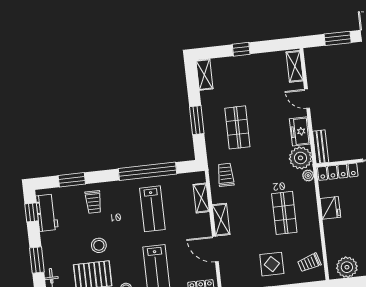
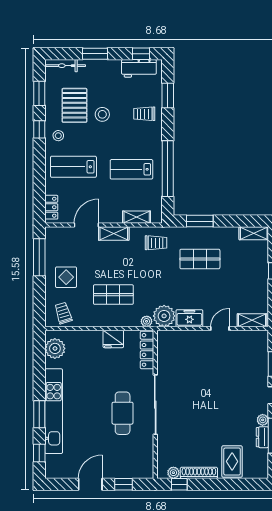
window: (197, 120) -> (200, 221), moved
bench: (321, 147) -> (173, 336), removed

